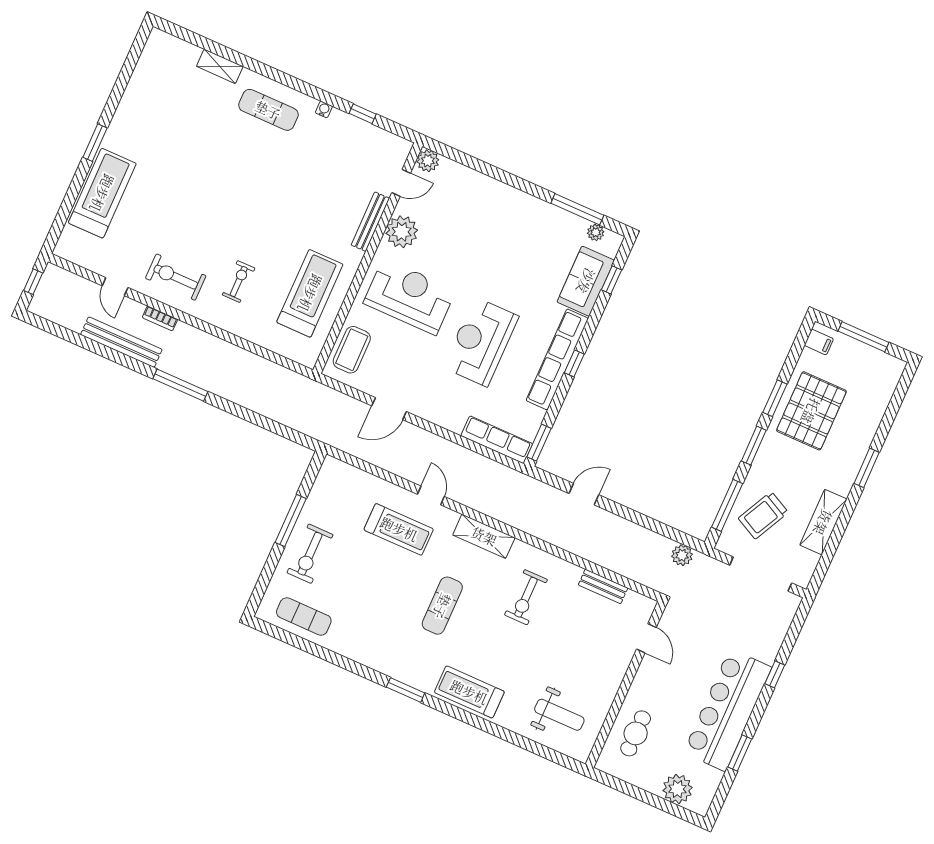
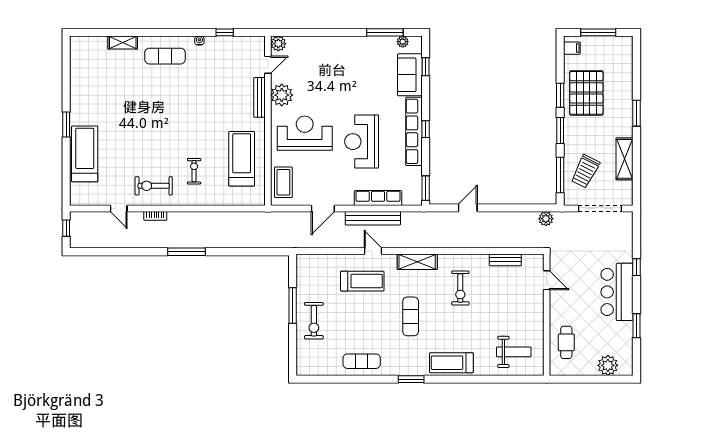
bench: (121, 342) -> (373, 218), moved
row of seats: (497, 440) -> (378, 198), moved
exercise mat: (304, 616) -> (362, 361), moved
bar counter: (727, 710) -> (617, 292), width x0.73

